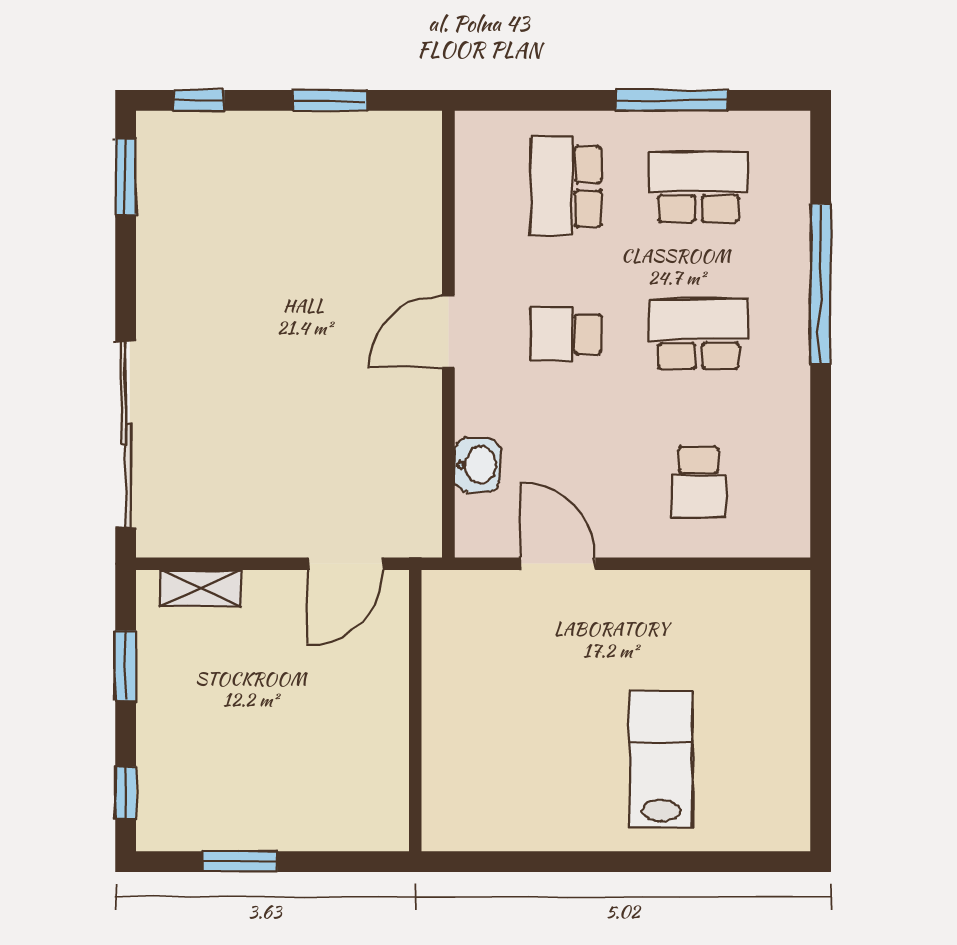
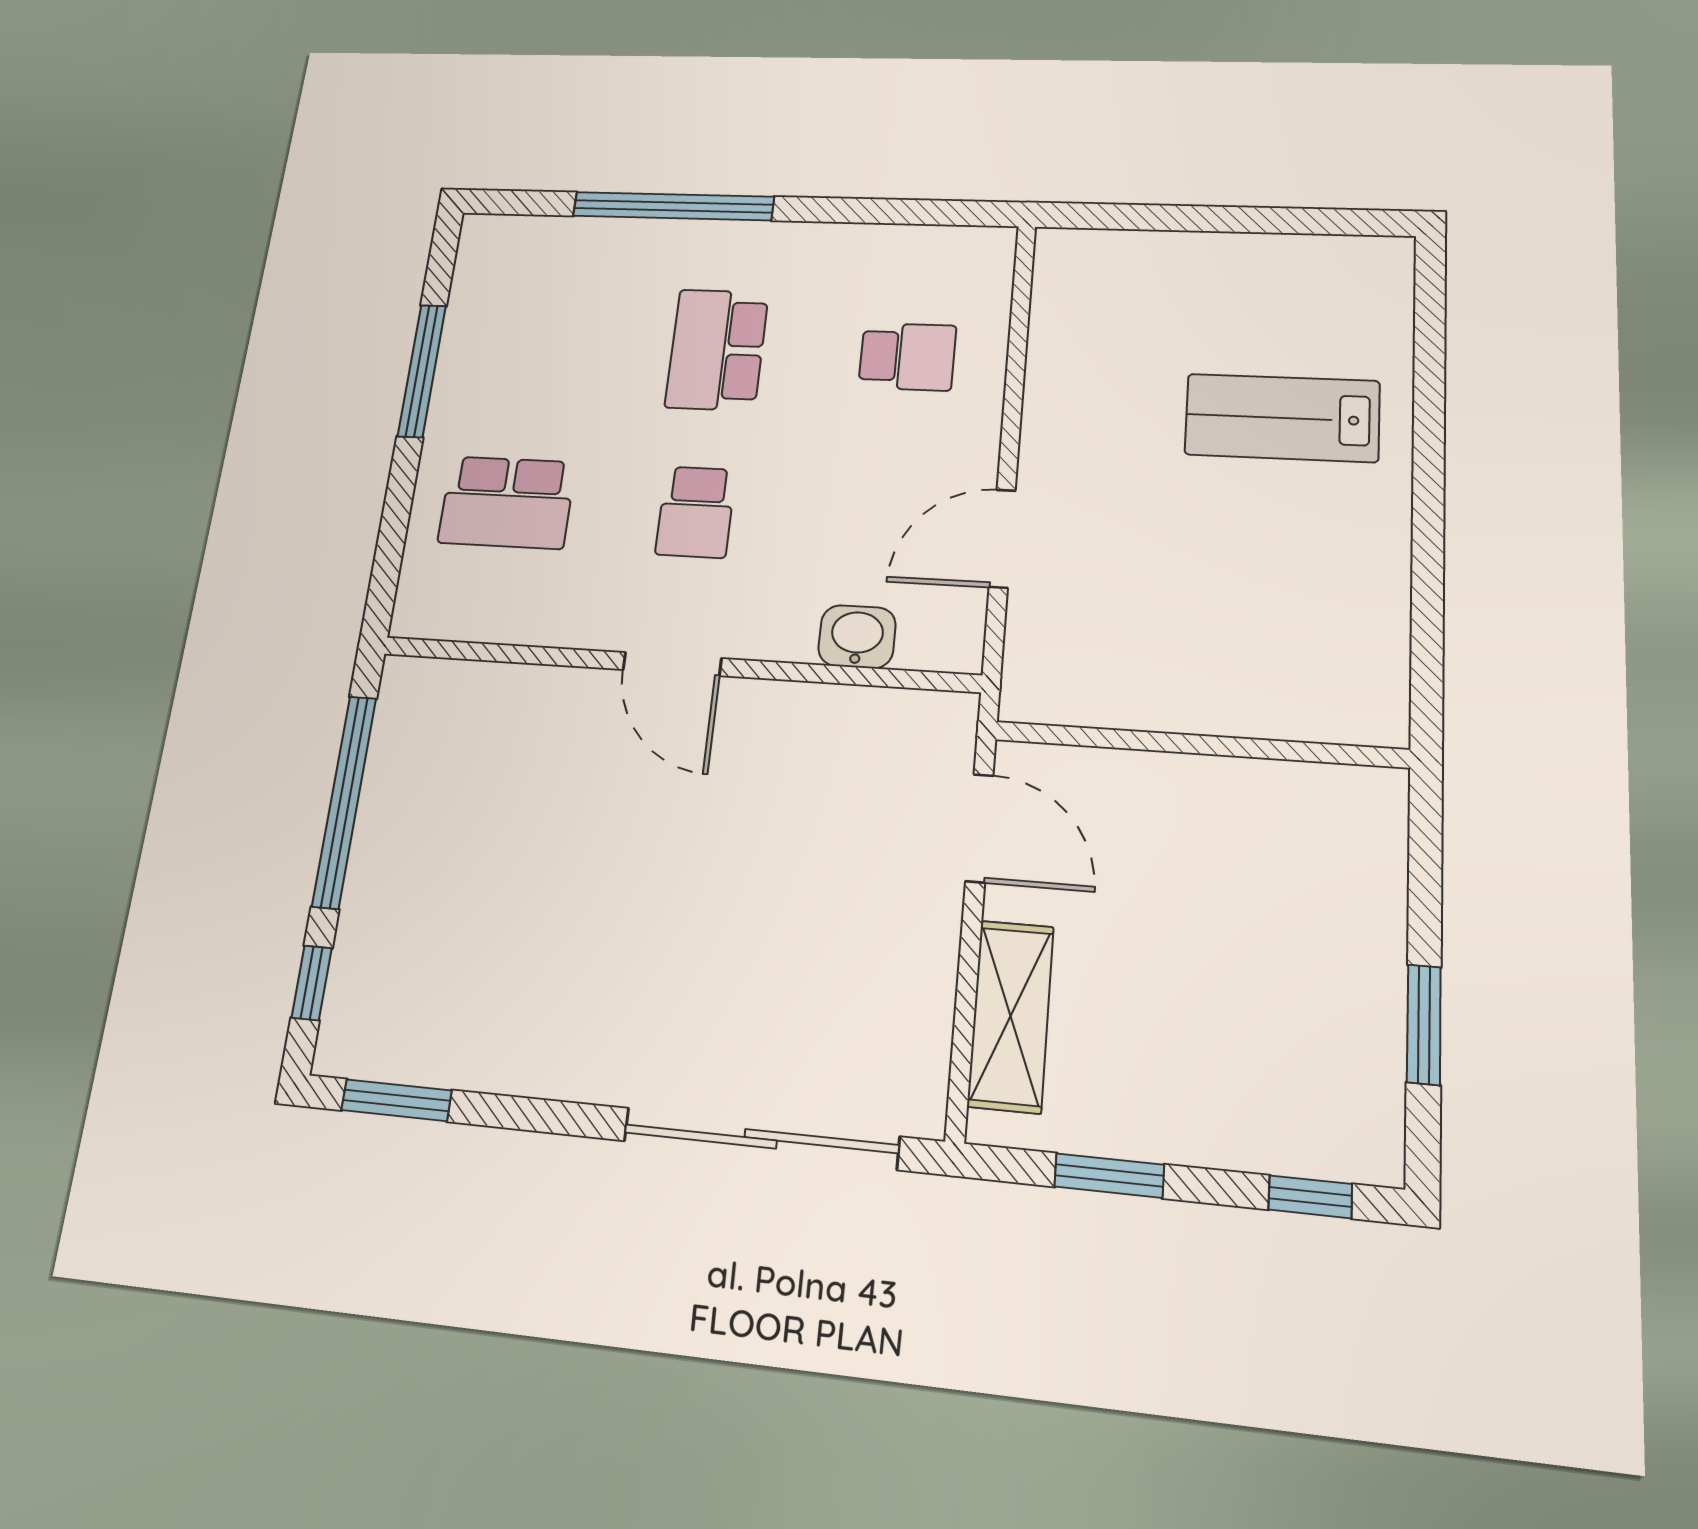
window: (330, 100) -> (344, 801), width x2.11
school desk: (699, 187) -> (533, 343), removed
shelving: (200, 588) -> (1011, 1016), width x1.50, depth x1.33

